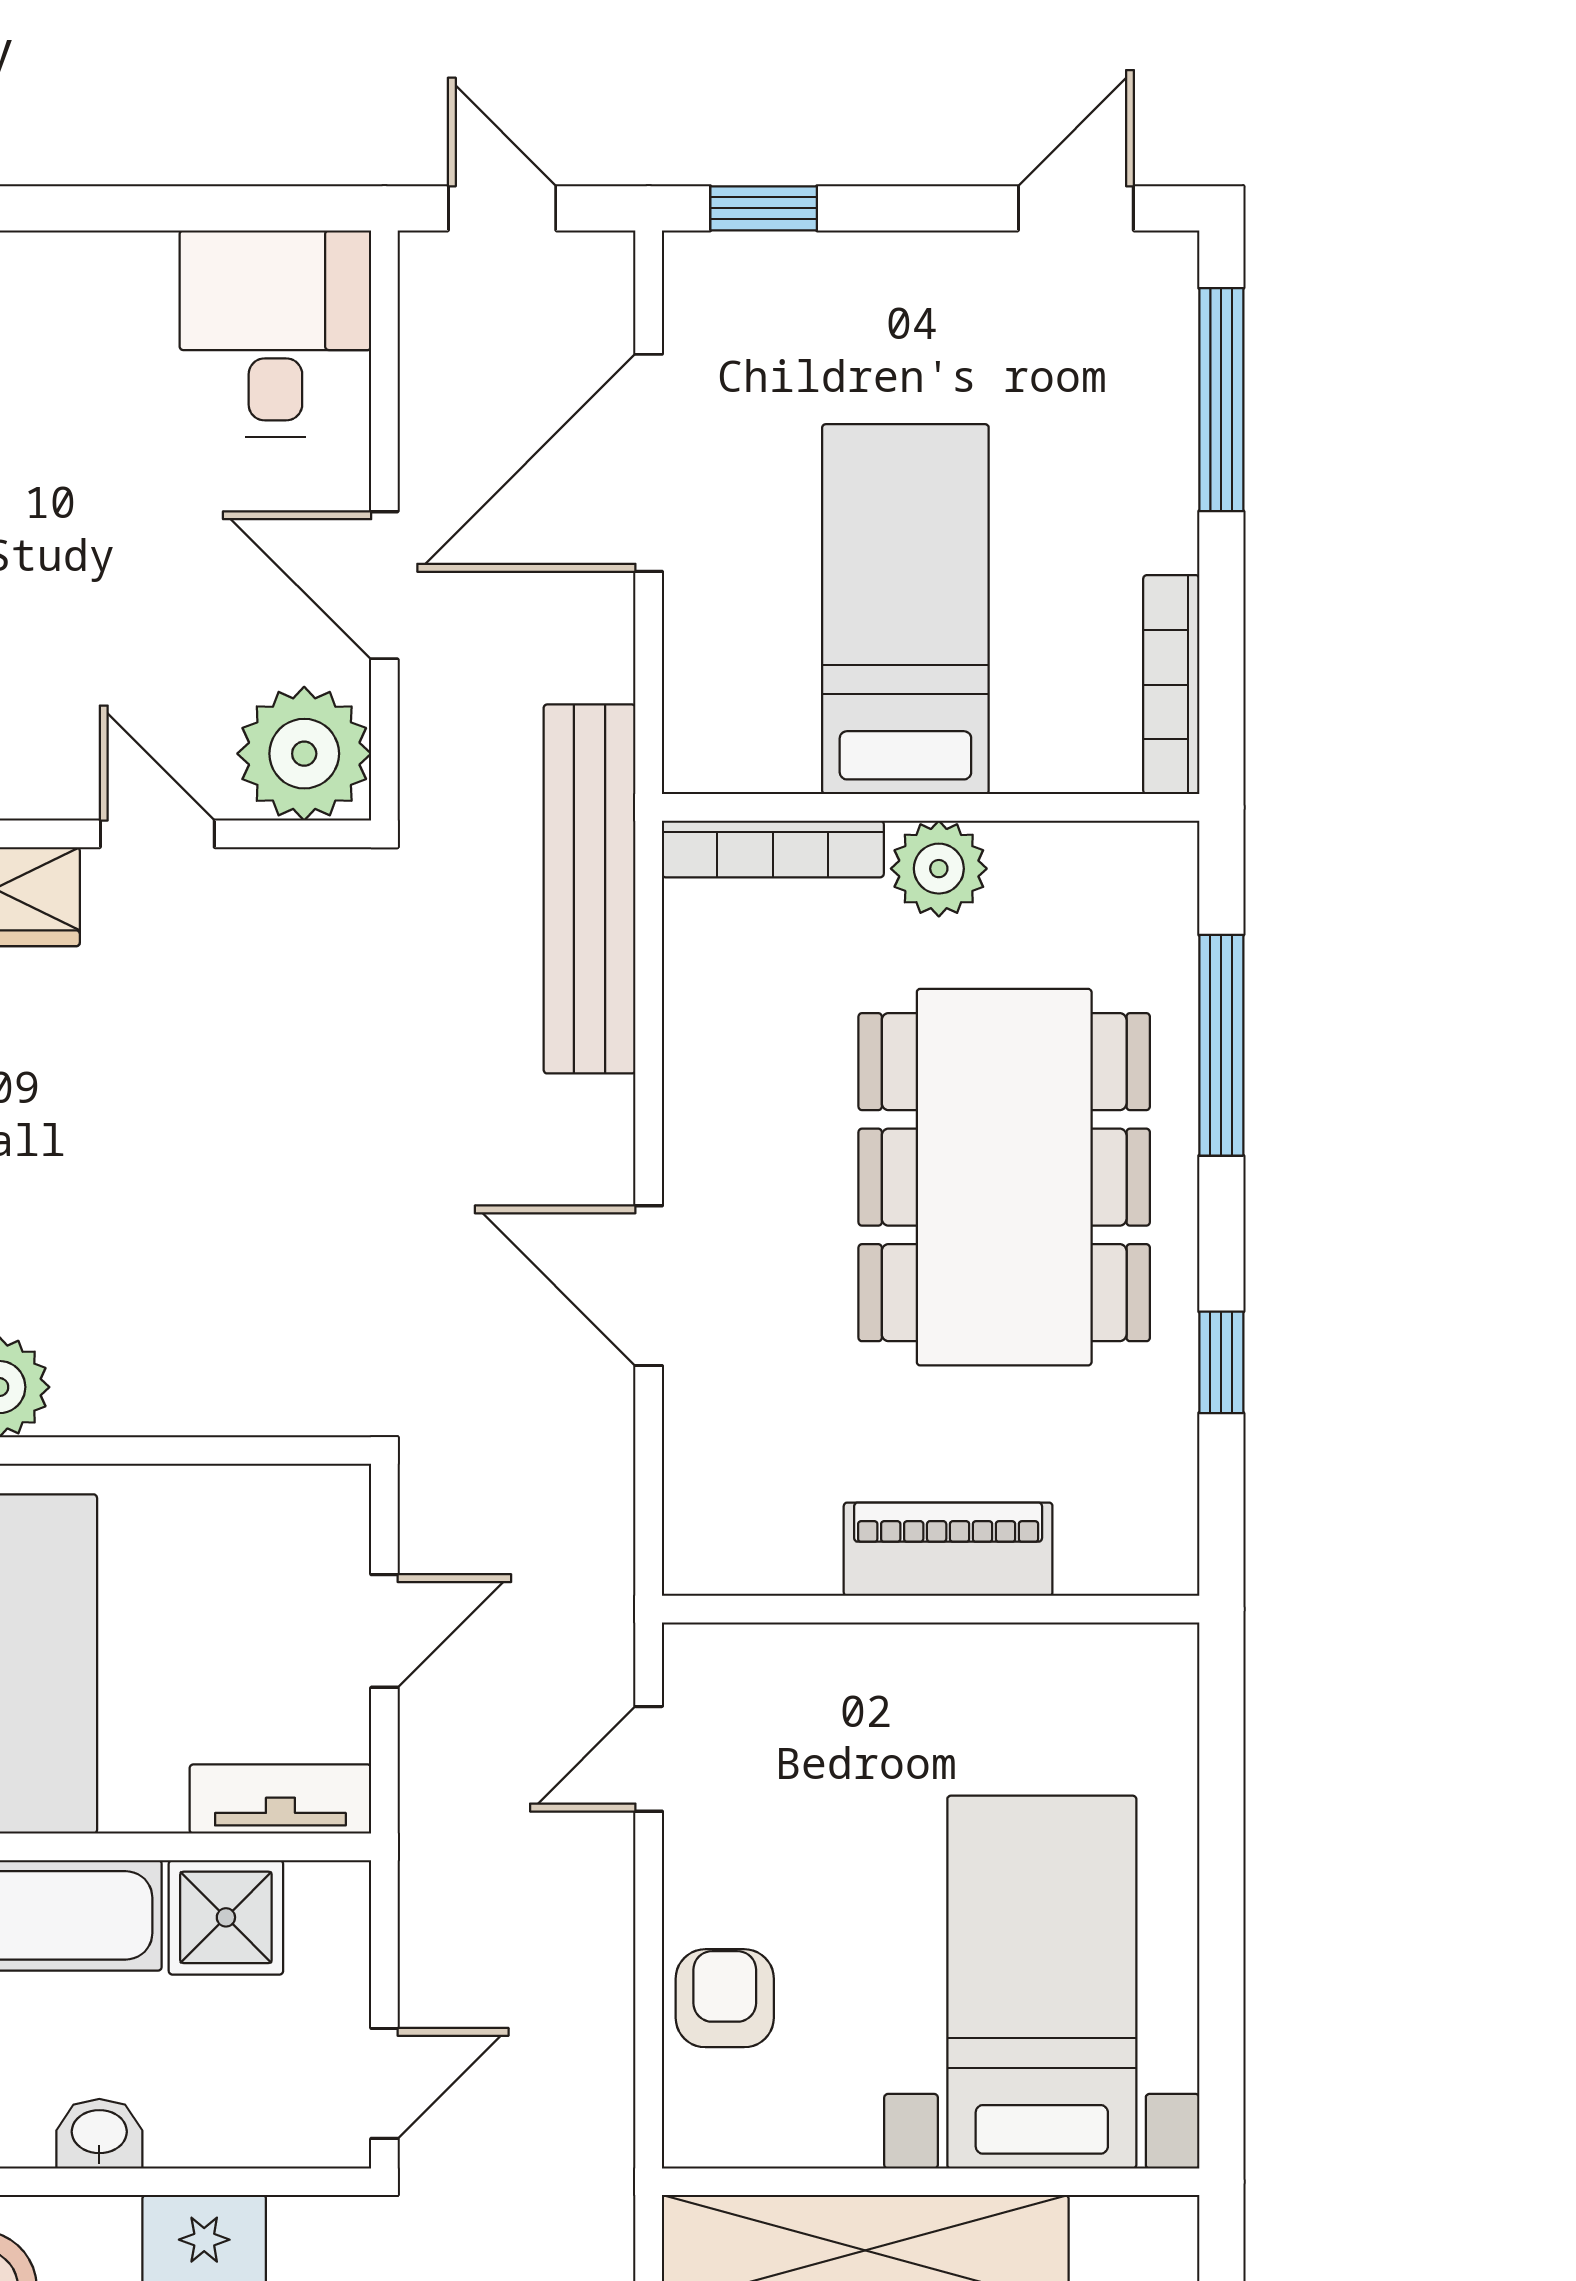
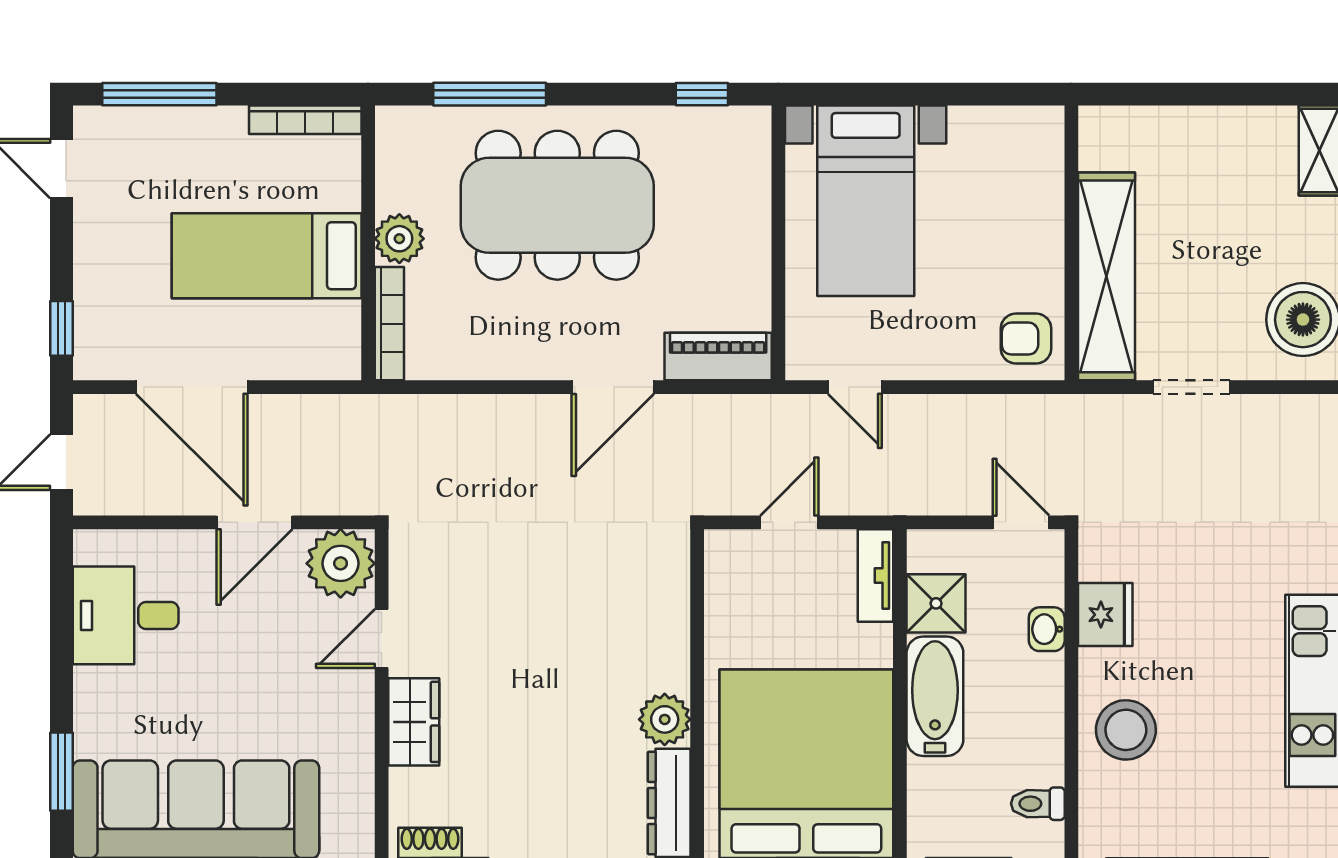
desk: (275, 334) -> (126, 615), moved
bench: (590, 889) -> (410, 417), removed
window: (1221, 1362) -> (702, 94), moved
piano: (948, 1549) -> (718, 356), moved, turned 90
door: (384, 1631) -> (789, 522), hinge flipped
bed with nightstands: (1042, 1982) -> (866, 201), moved, turned -90
armchair: (725, 1998) -> (1026, 339), moved
washbasin: (99, 2134) -> (1047, 629), moved

